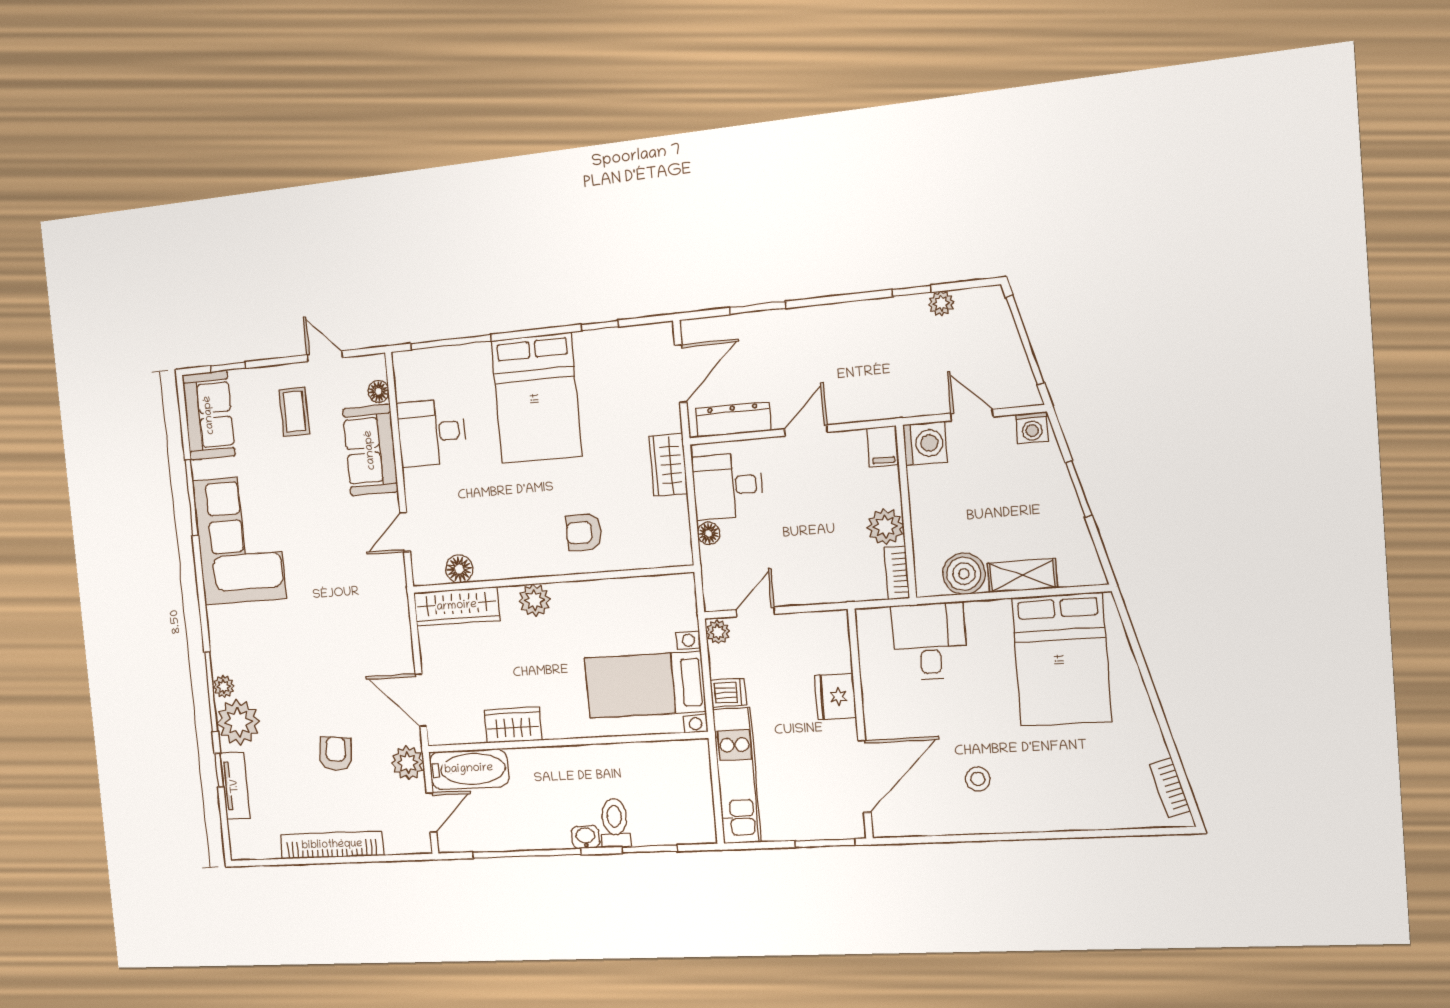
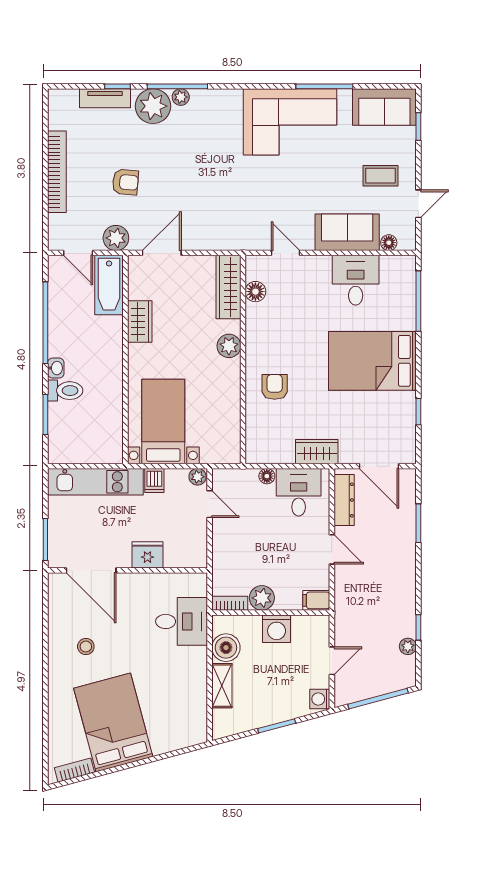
washing machine: (925, 443) -> (277, 629), moved
bed: (1061, 659) -> (113, 722), moved, turned 75

